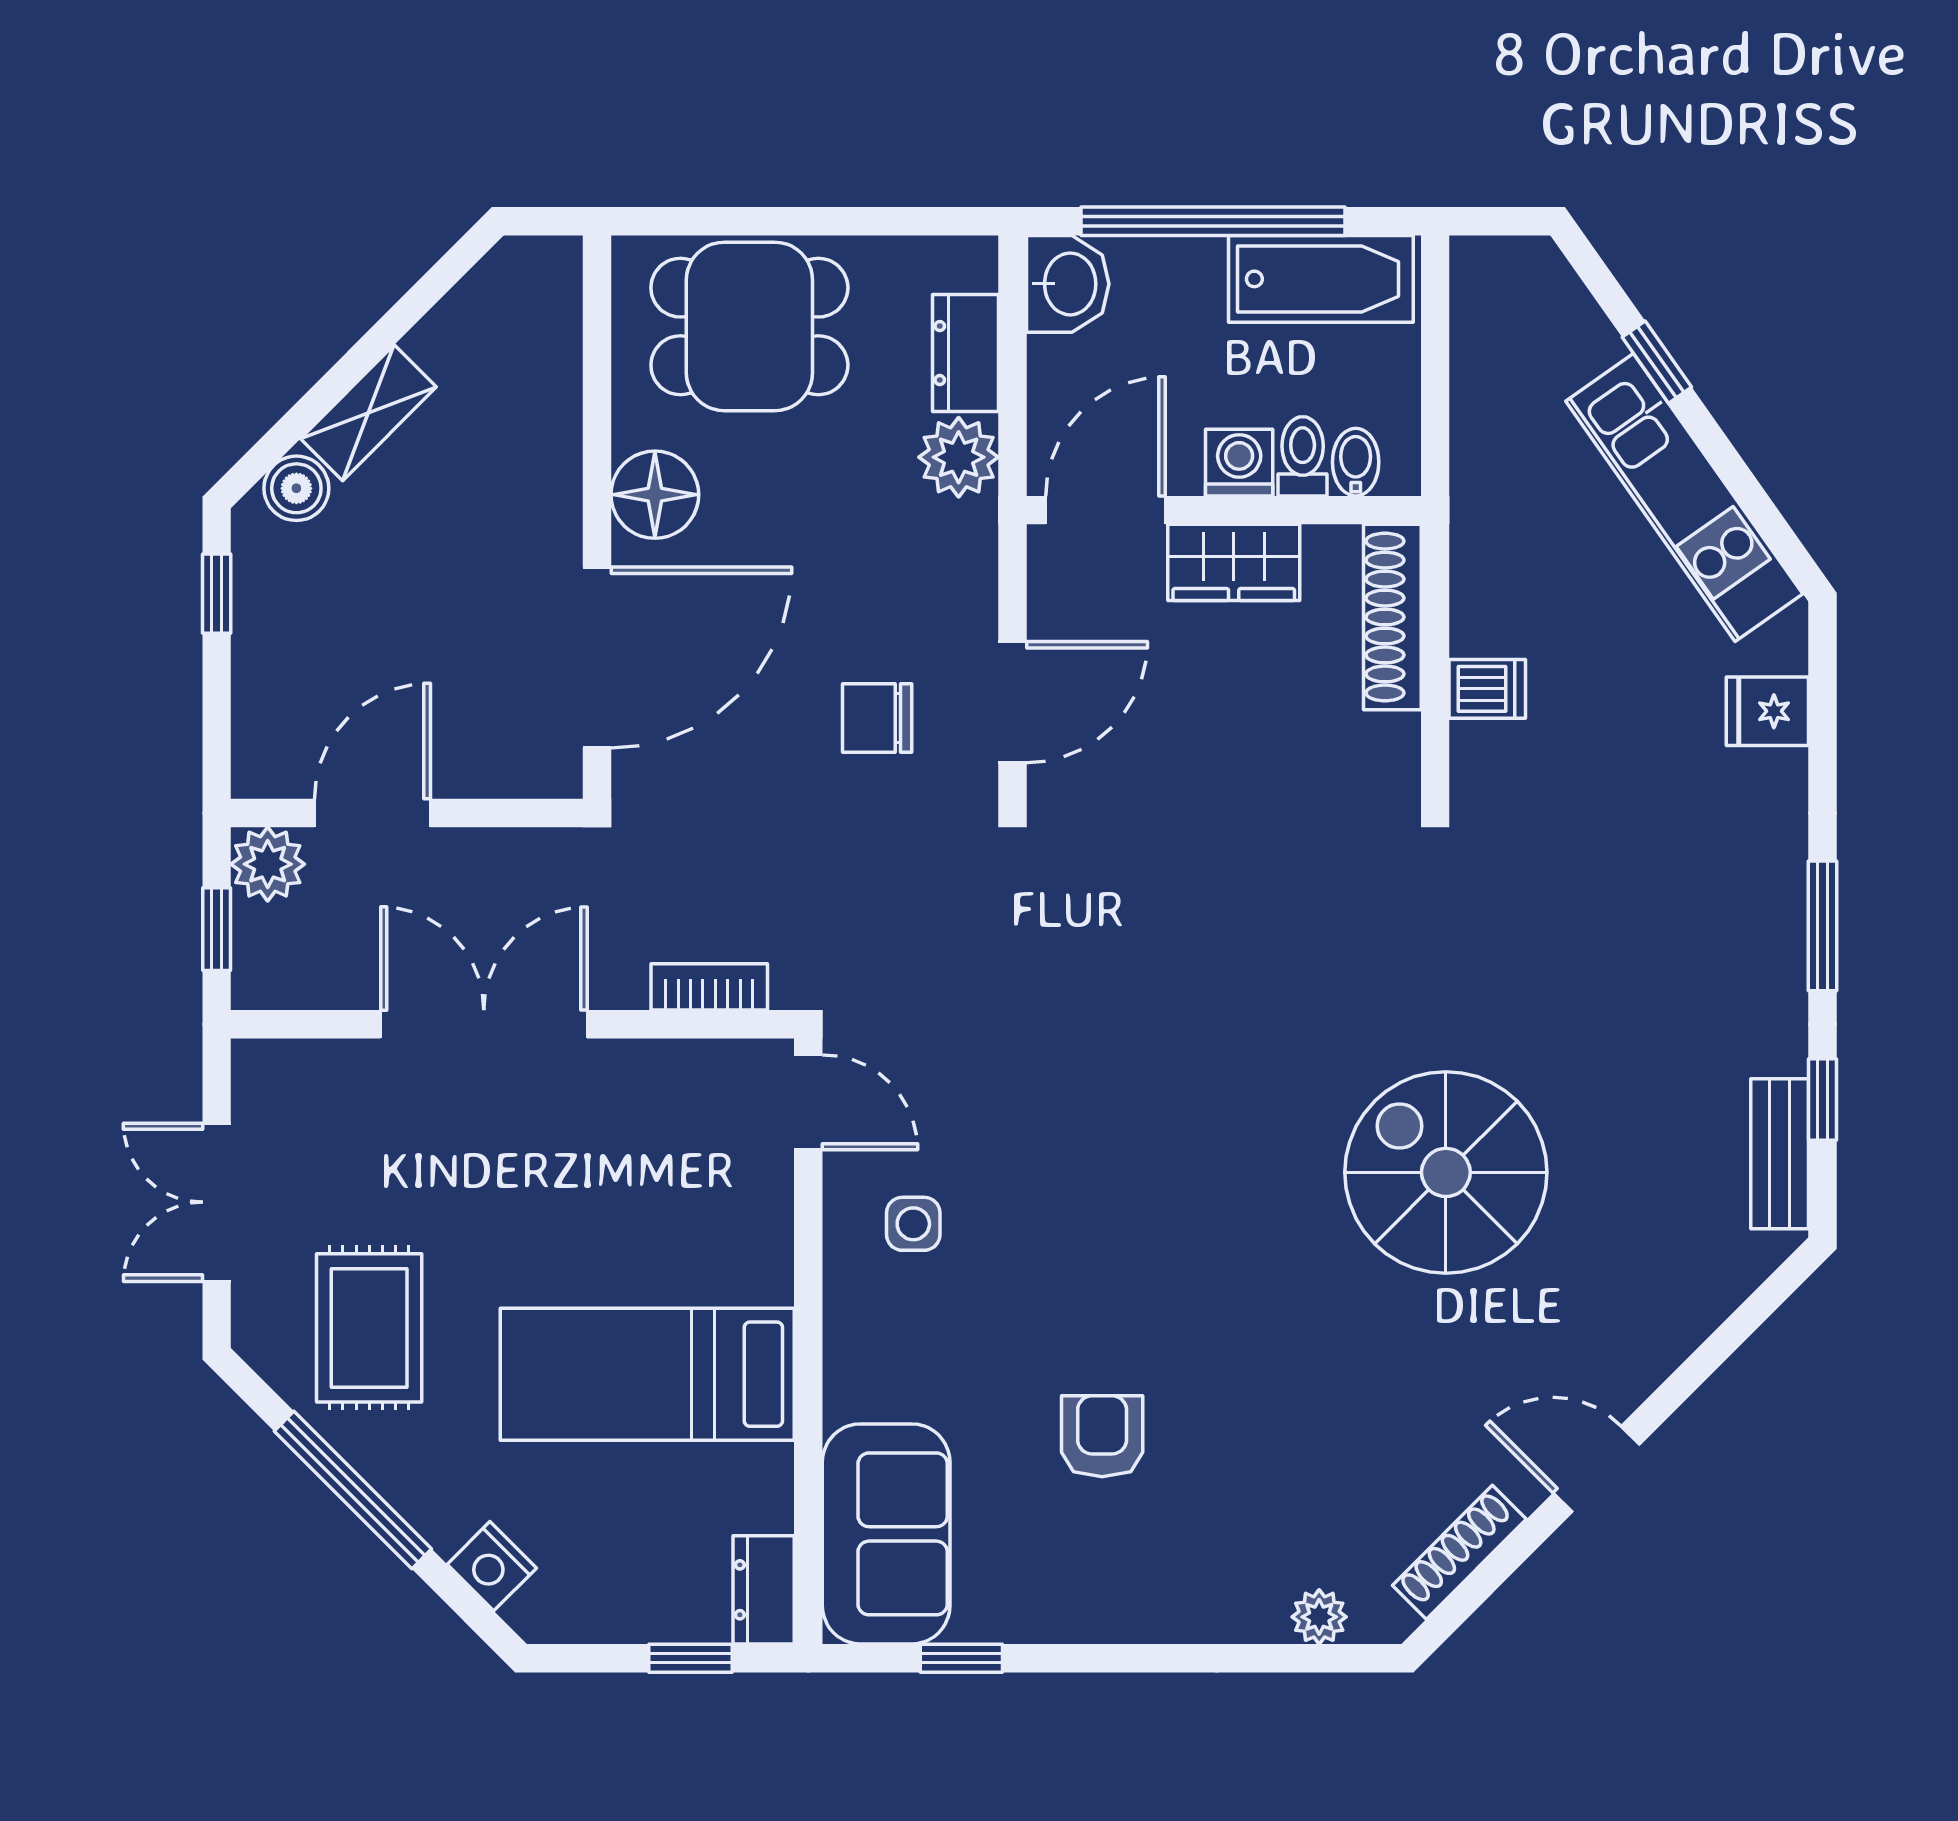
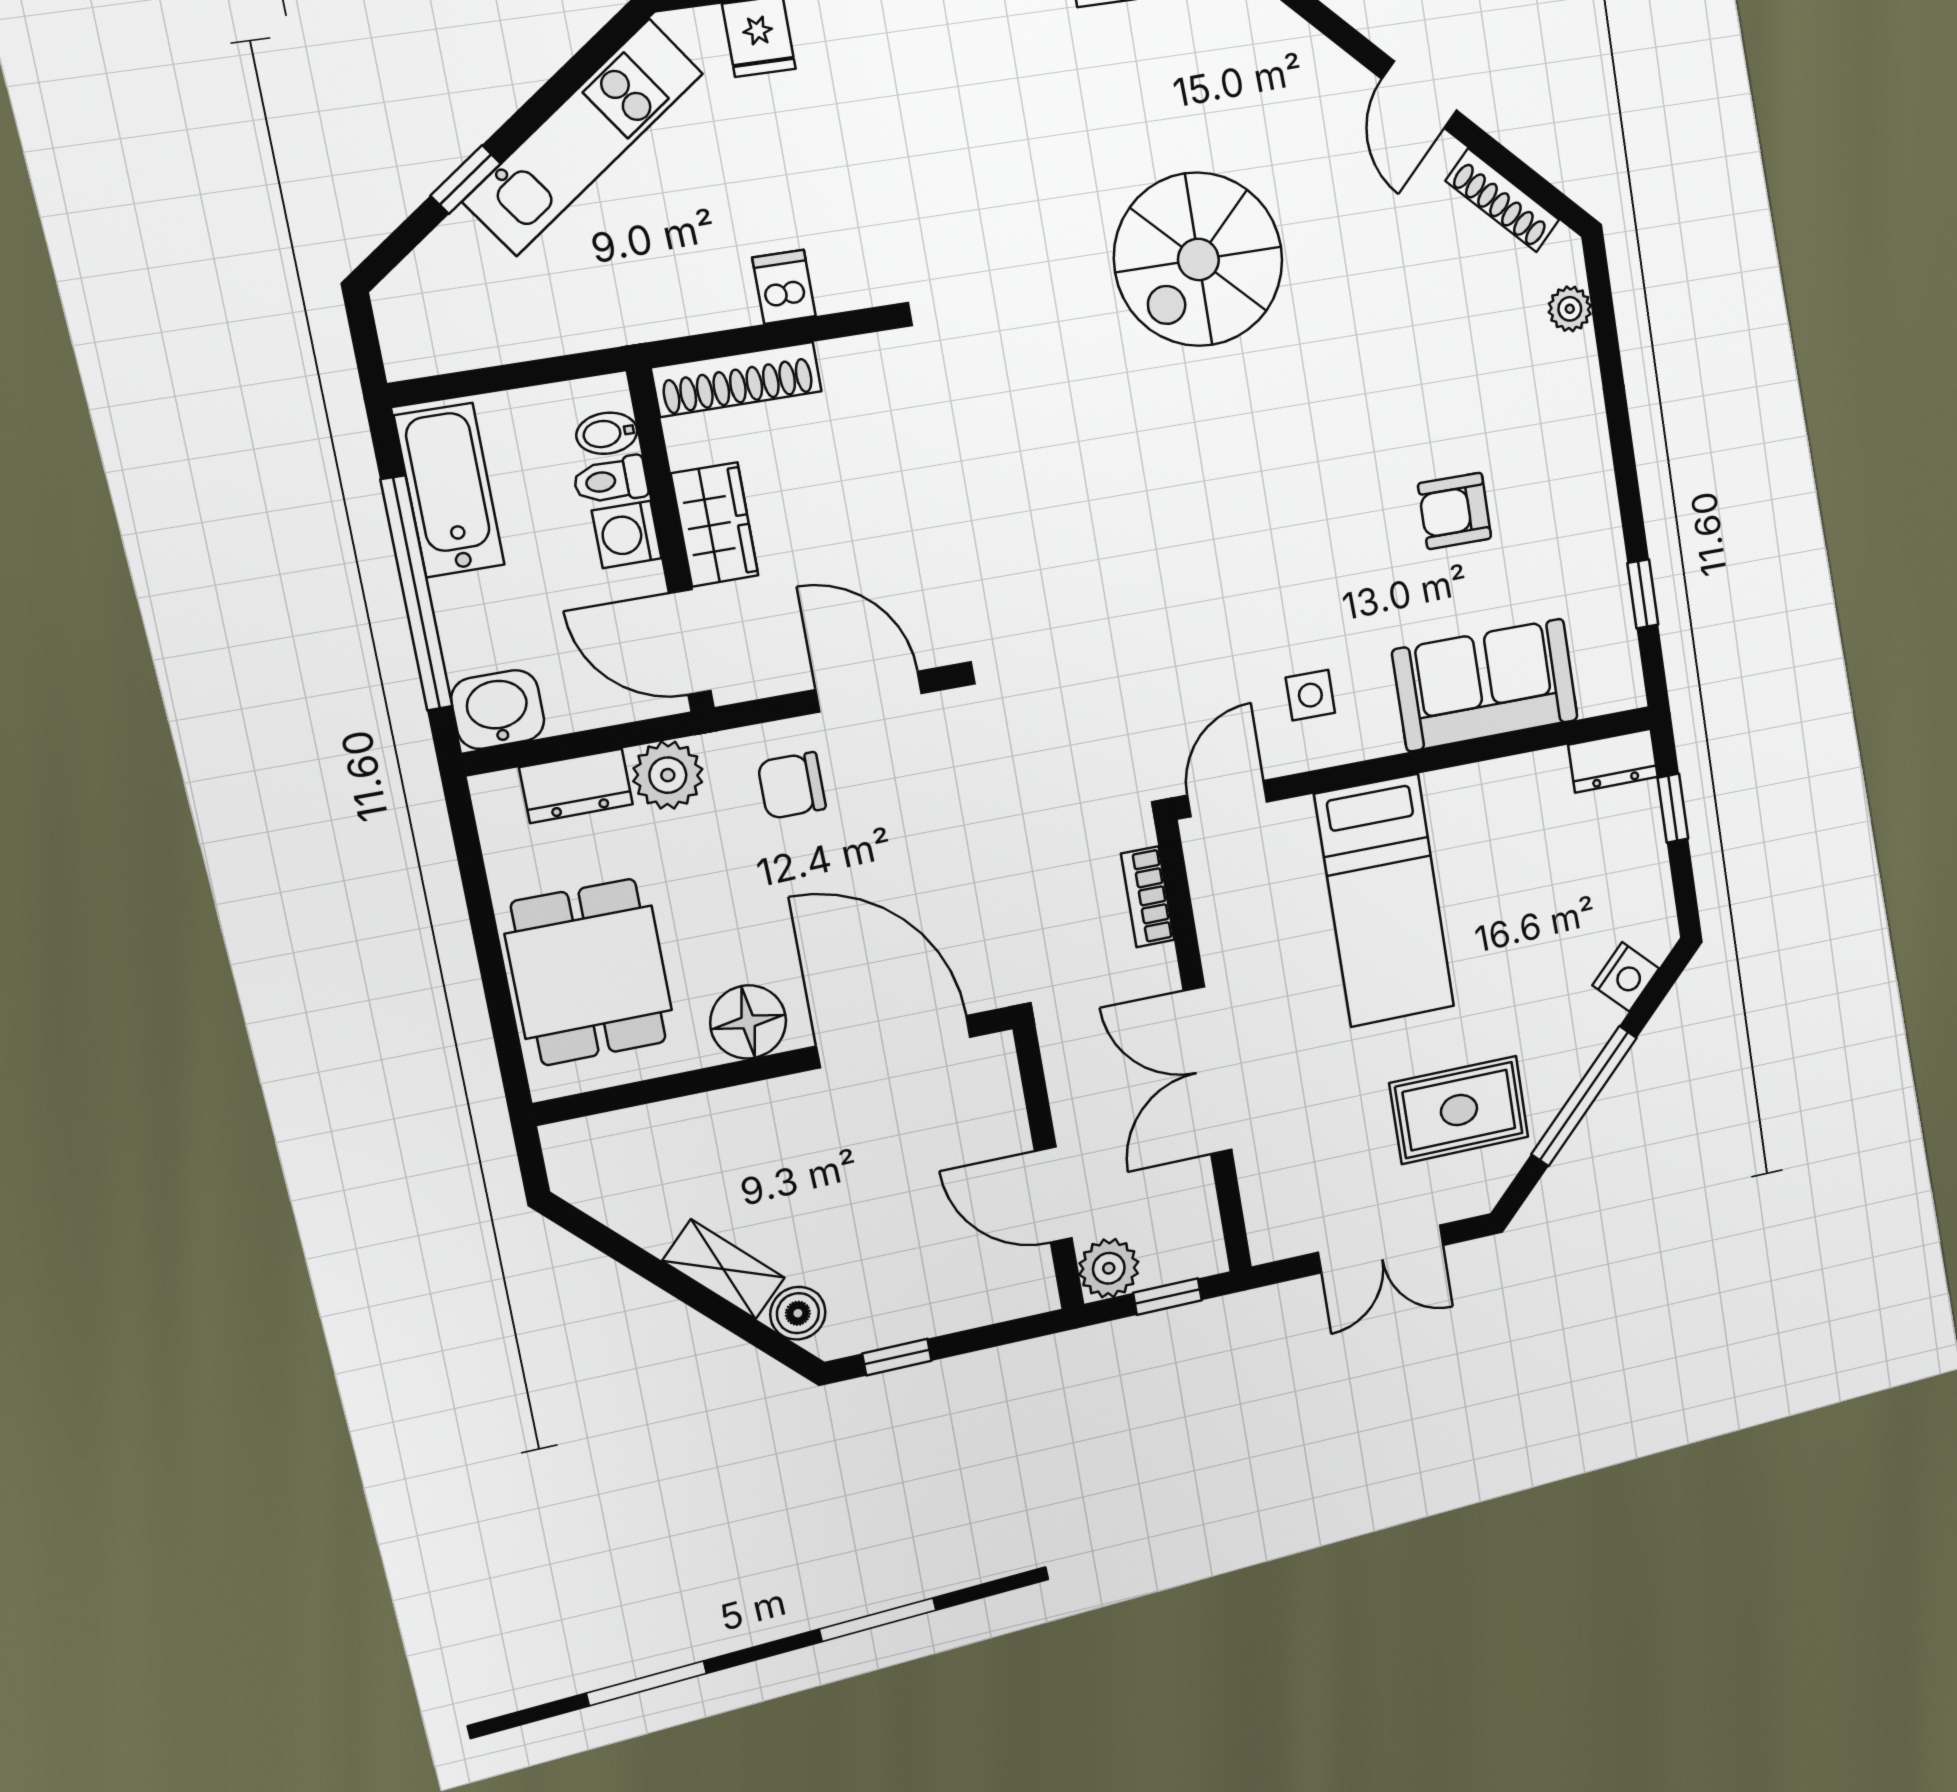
chair: (877, 718) -> (792, 785), moved, turned 90
bed: (647, 1374) -> (1384, 901), moved
sofa: (886, 1534) -> (1485, 685), moved

